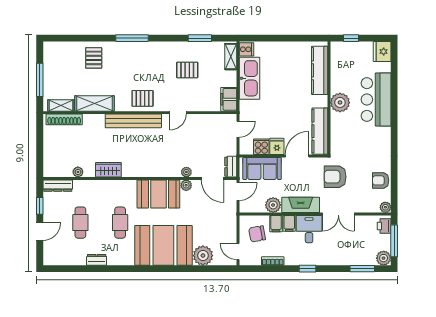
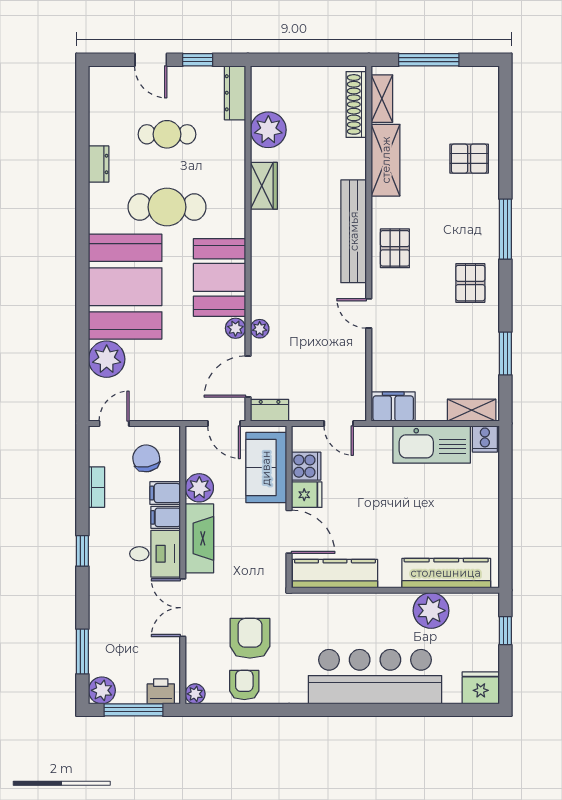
pallet: (187, 70) -> (470, 283), moved
bar counter: (376, 100) -> (375, 677), width x1.36
plant: (340, 102) -> (431, 611), moved
plant: (78, 172) -> (268, 130), width x1.88, depth x1.88
armchair: (335, 177) -> (250, 638), moved
cafe table: (120, 223) -> (167, 207), width x1.37, depth x1.35

